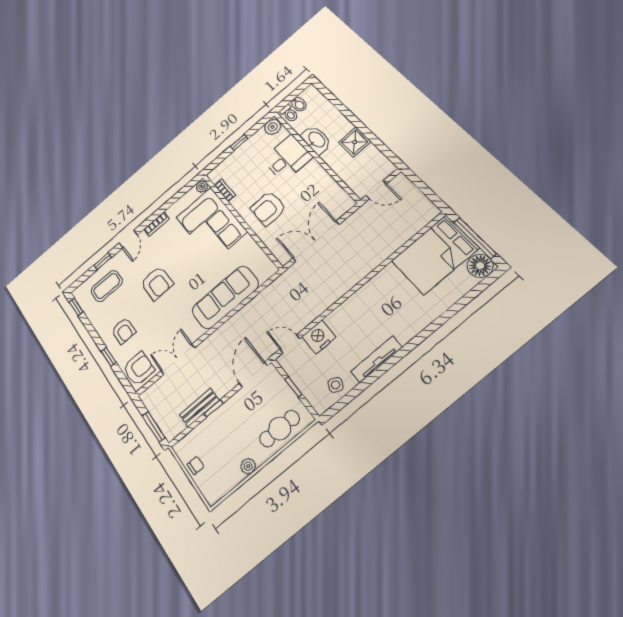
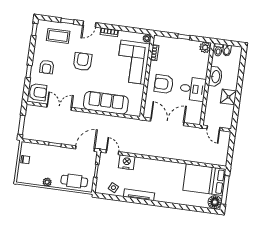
desk: (287, 158) -> (193, 89), moved
armchair: (157, 283) -> (83, 62), turned 180
bench: (199, 408) -> (49, 138), removed

